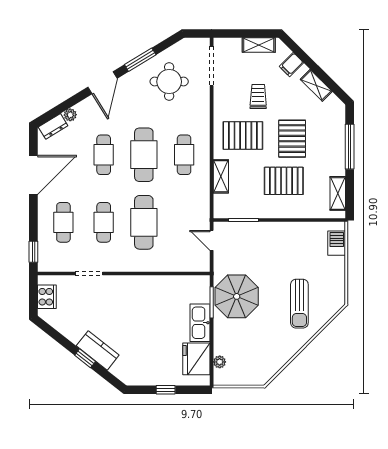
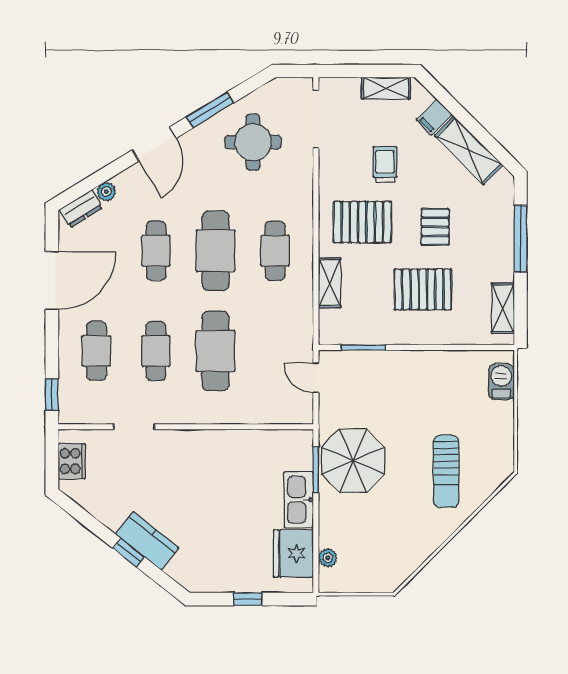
shelving: (316, 85) -> (469, 150), width x1.50, depth x1.33
pallet: (292, 139) -> (435, 227), width x0.67, depth x0.71

